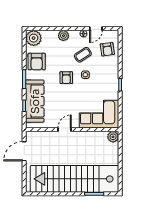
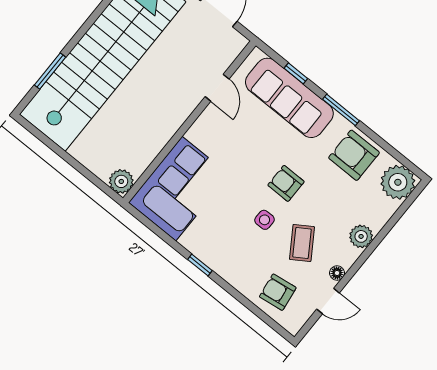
door: (96, 29) -> (328, 301), swing flipped
door: (65, 130) -> (217, 88), moved

